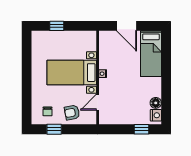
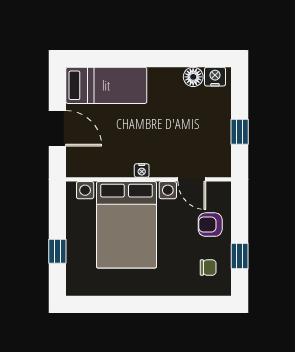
door: (127, 26) -> (57, 128), hinge flipped
bed with nightstands: (72, 73) -> (126, 225), width x1.36
armchair: (72, 113) -> (210, 225), turned 101
window: (141, 129) -> (240, 132), moved

